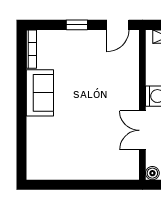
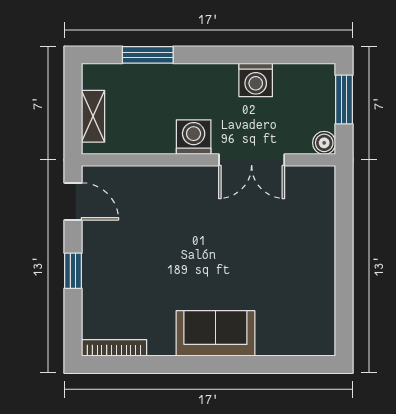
sofa: (40, 93) -> (215, 333), moved

